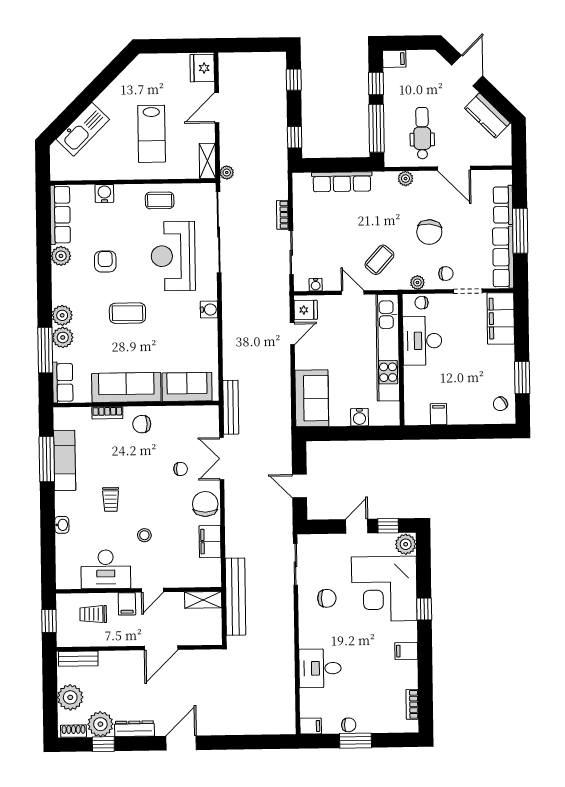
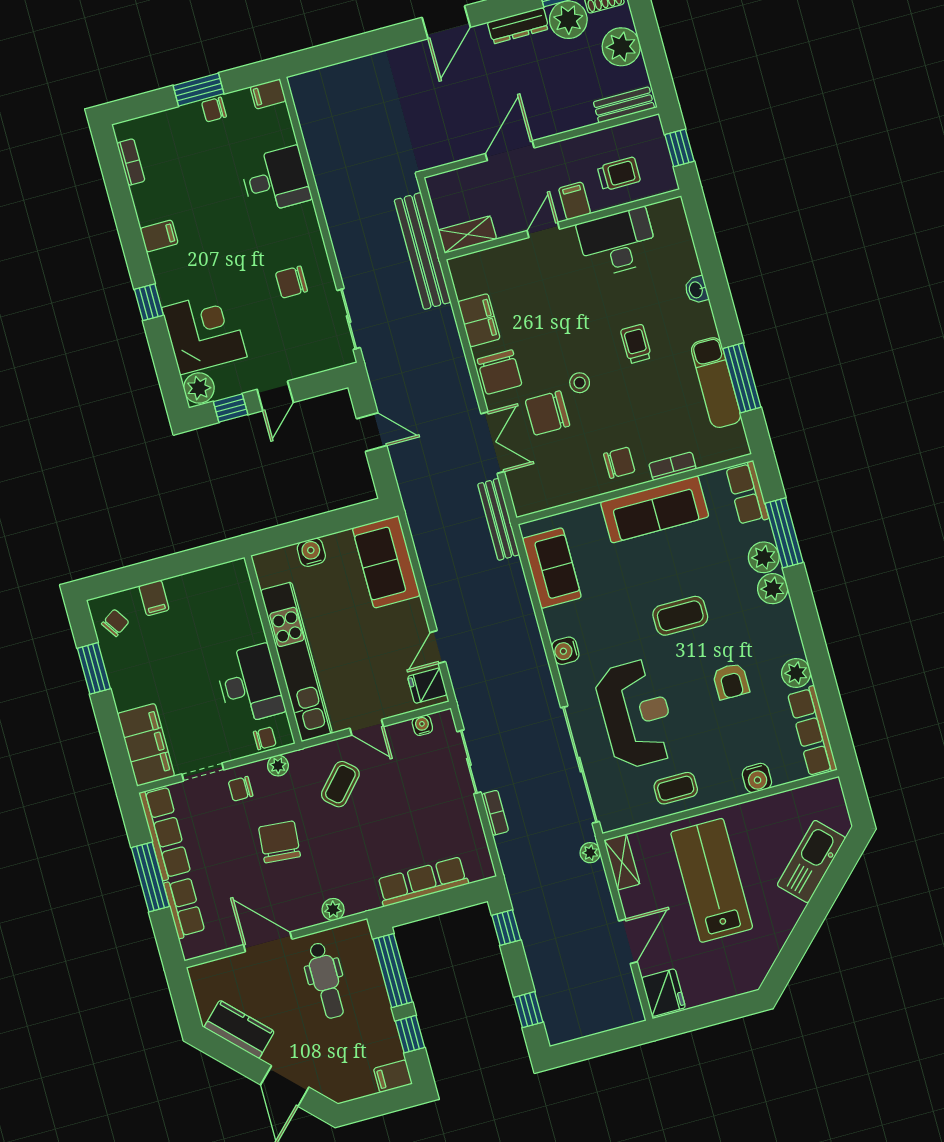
lab bench: (152, 134) -> (712, 880), width x1.36, depth x1.39
sofa: (187, 387) -> (552, 568), moved, turned -90
filing cabinet: (439, 414) -> (154, 598), moved
chair: (181, 469) -> (547, 413), width x1.87, depth x1.87
stool: (144, 535) -> (580, 383), moved
corner desk: (384, 589) -> (204, 332), width x0.74, depth x0.74

